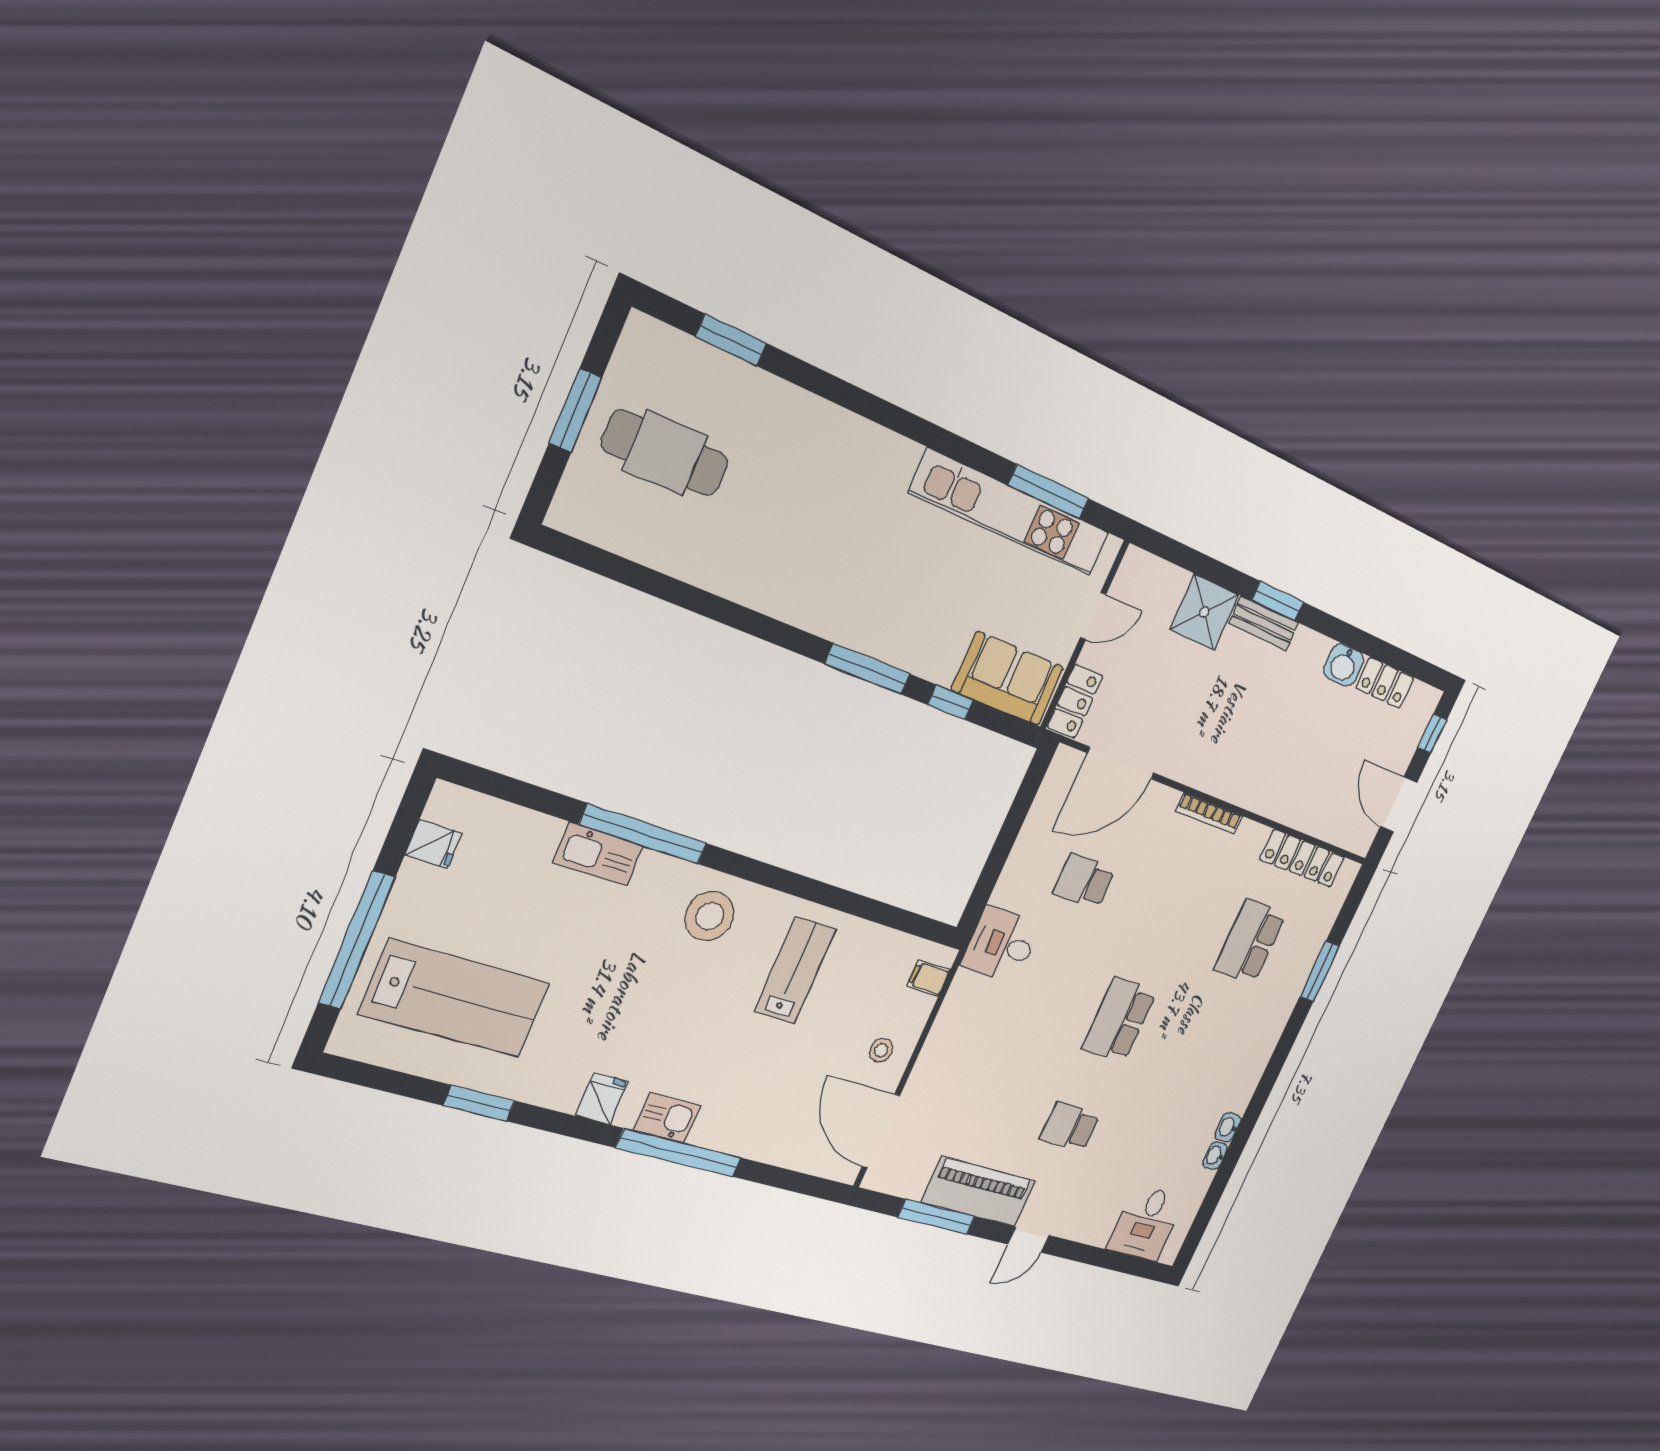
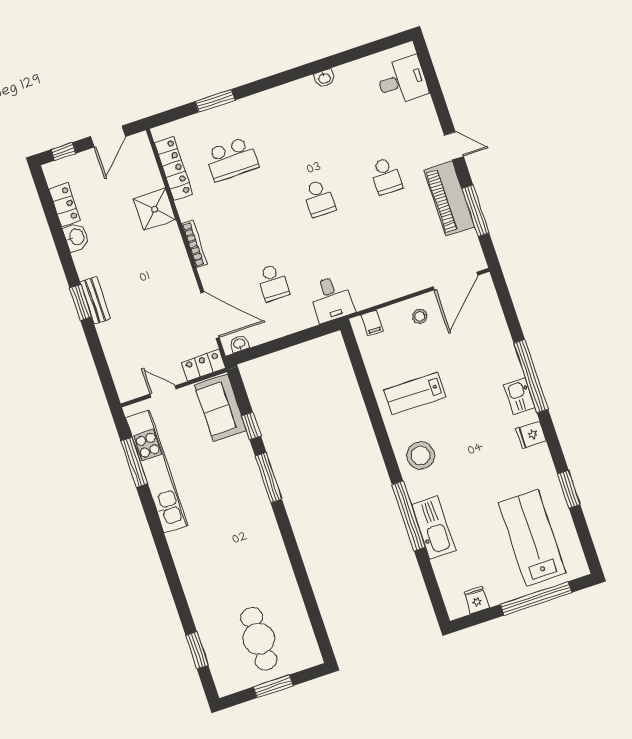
shower: (1204, 612) -> (155, 209), moved
kitchen sink: (598, 854) -> (433, 527), width x1.36, depth x1.24
school desk: (1119, 1020) -> (319, 198), width x0.54
washbasin: (1215, 1156) -> (239, 344), moved, turned 180

